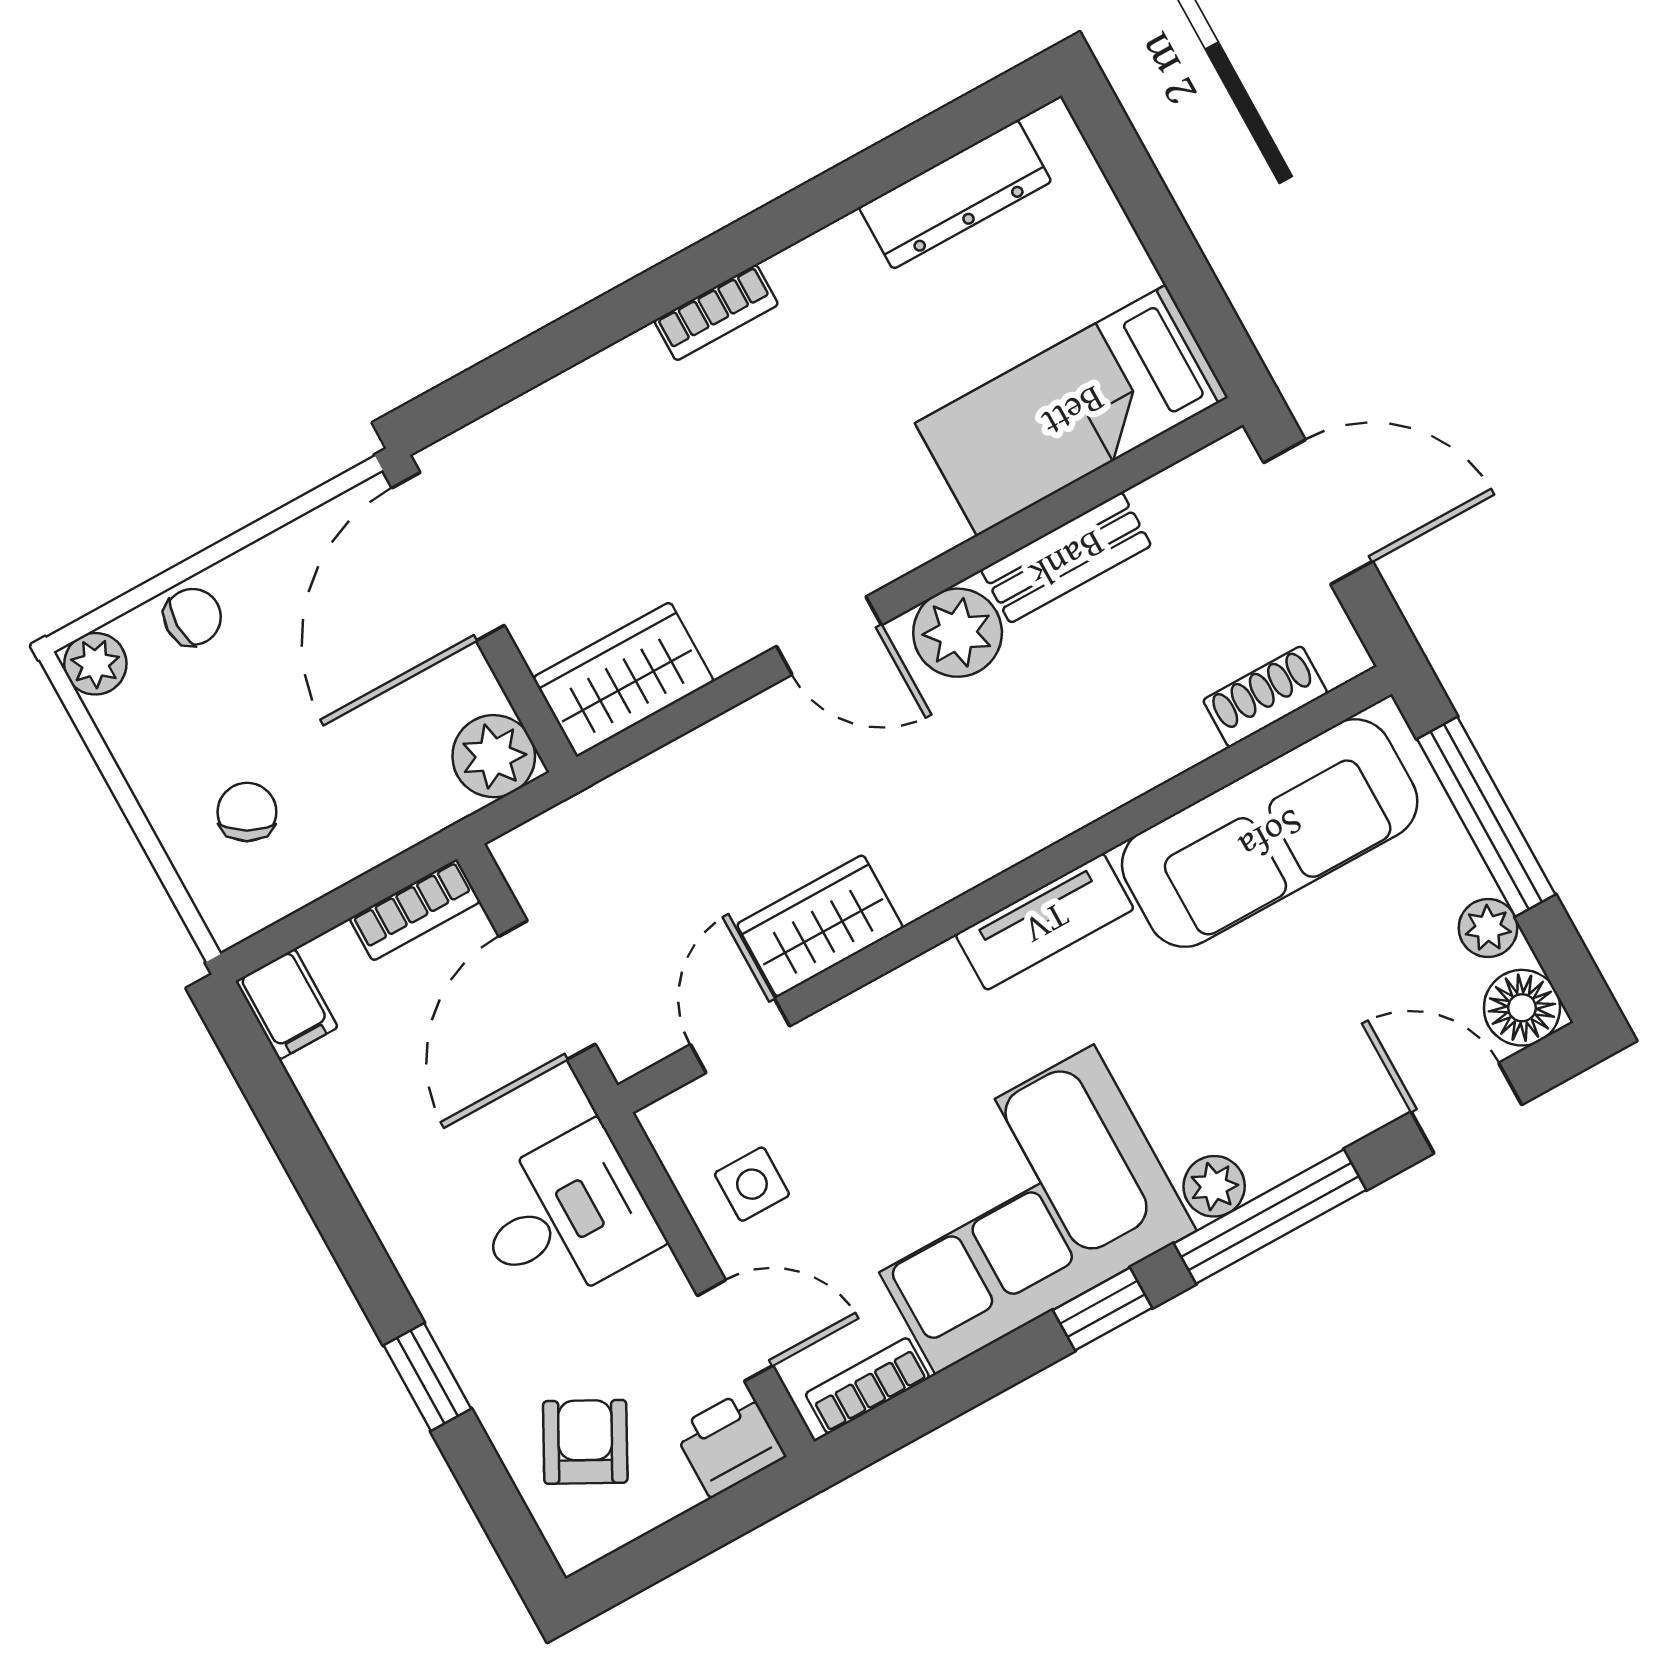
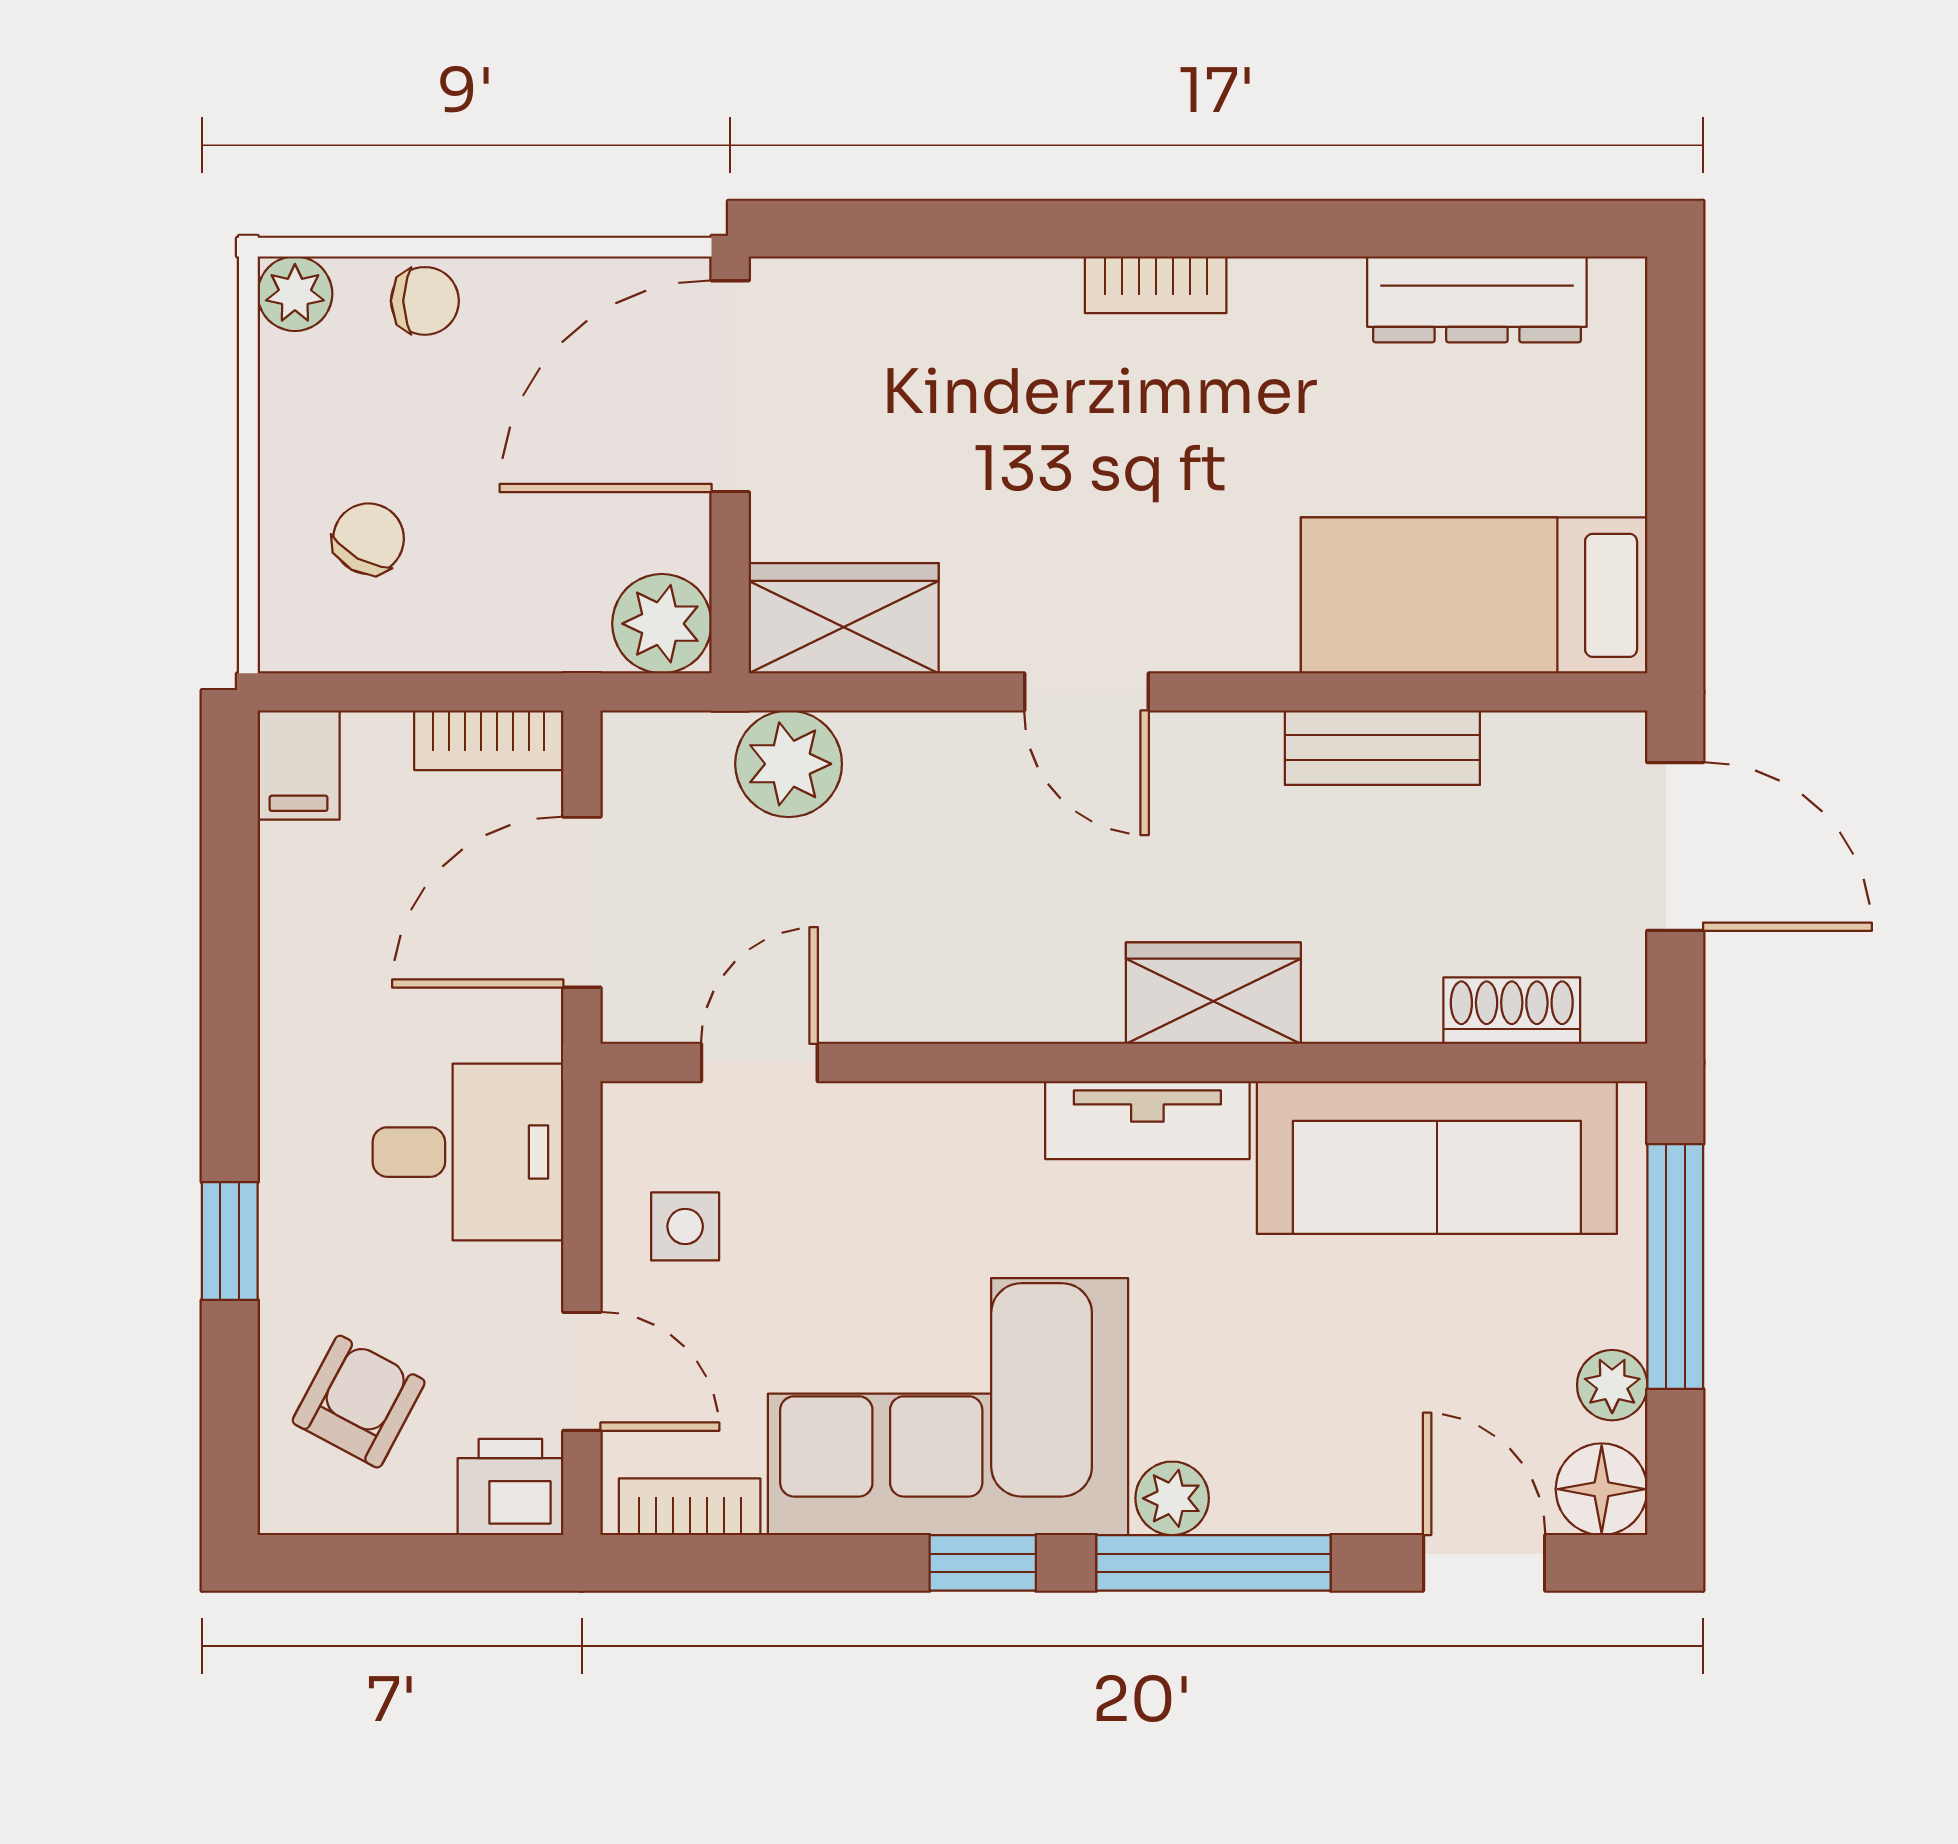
plant: (958, 633) -> (789, 764), moved
wardrobe: (820, 926) -> (1213, 993), moved

